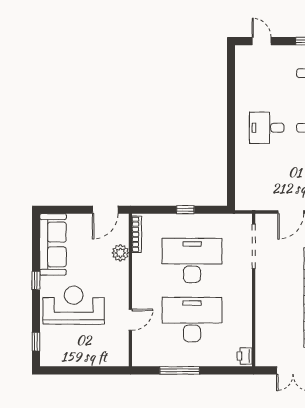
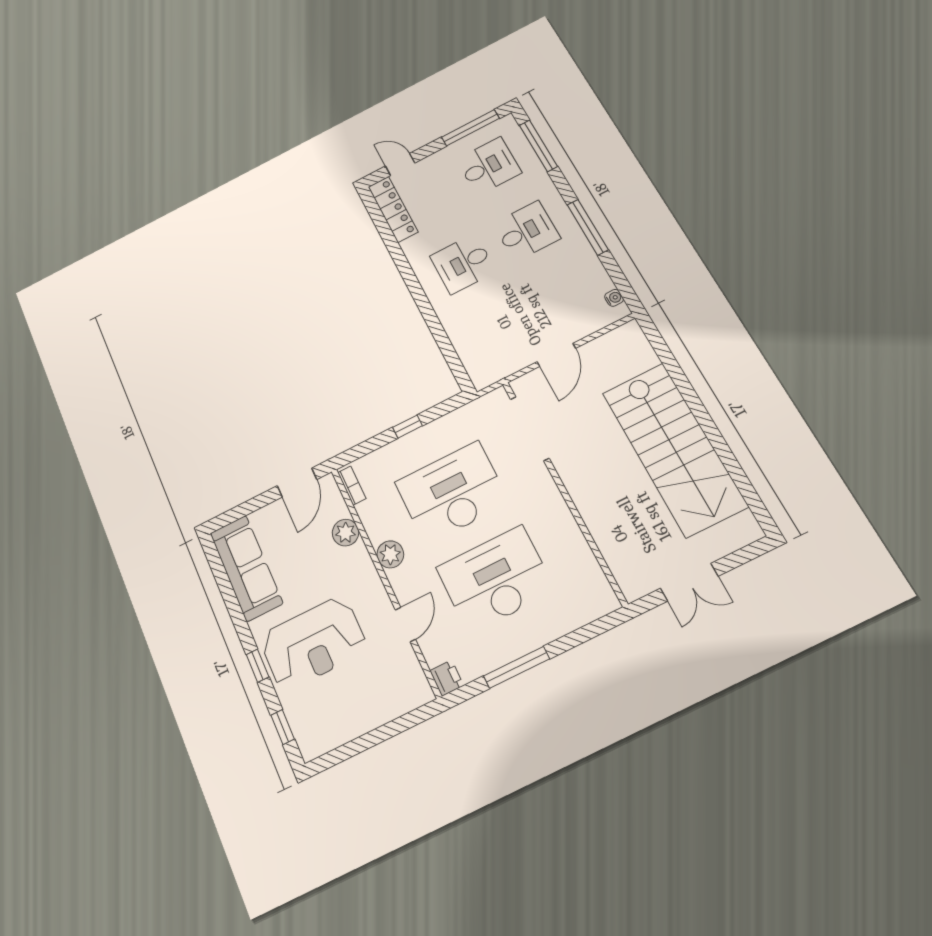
locker: (243, 69) -> (393, 209), added
bookcase: (137, 234) -> (352, 486), width x0.64
plant: (140, 278) -> (390, 554), added
window: (36, 280) -> (258, 666), moved
reception desk: (74, 305) -> (313, 643), turned 180
printer: (245, 356) -> (447, 678), moved, turned 180

